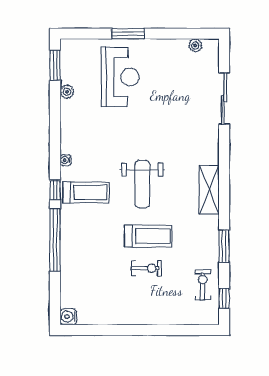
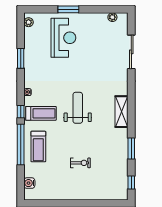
window: (55, 65) -> (21, 58), moved
plant: (67, 92) -> (29, 22), moved
weight bench: (142, 184) -> (78, 108), turned 180
treadmill: (148, 236) -> (38, 147), moved, turned 90
exercise bike: (203, 285) -> (117, 174), removed
water cooler: (68, 317) -> (29, 183), moved

